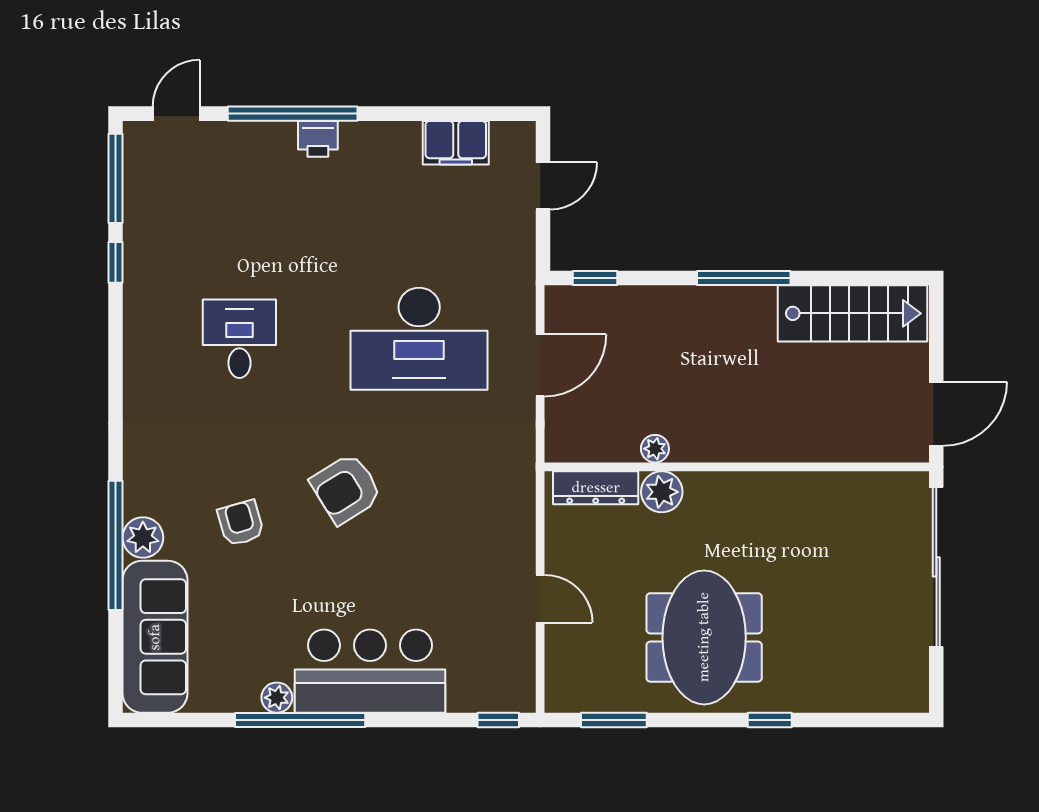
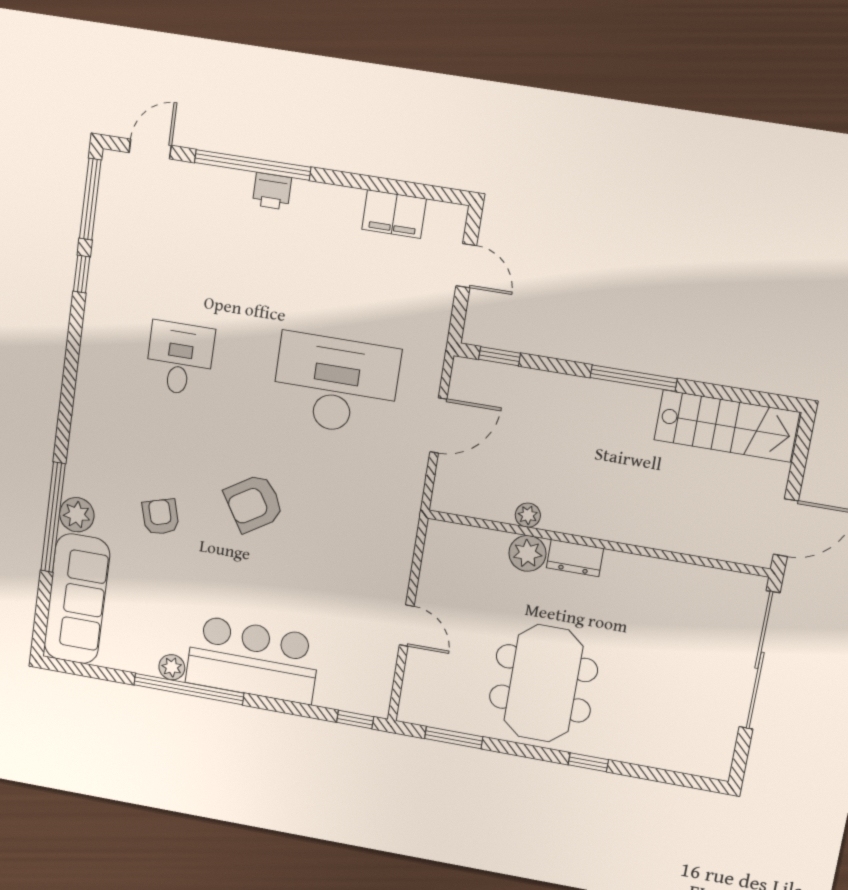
door: (543, 186) -> (466, 266), hinge flipped
desk: (419, 339) -> (336, 384), turned 180
dresser: (596, 488) -> (575, 558), moved, width x0.70

